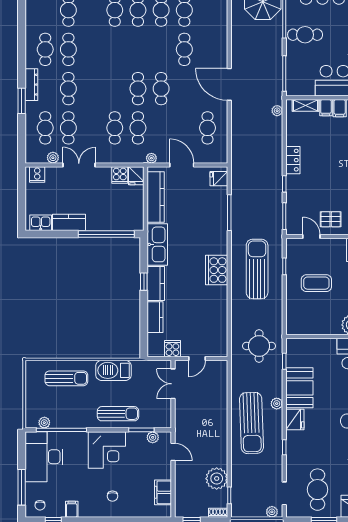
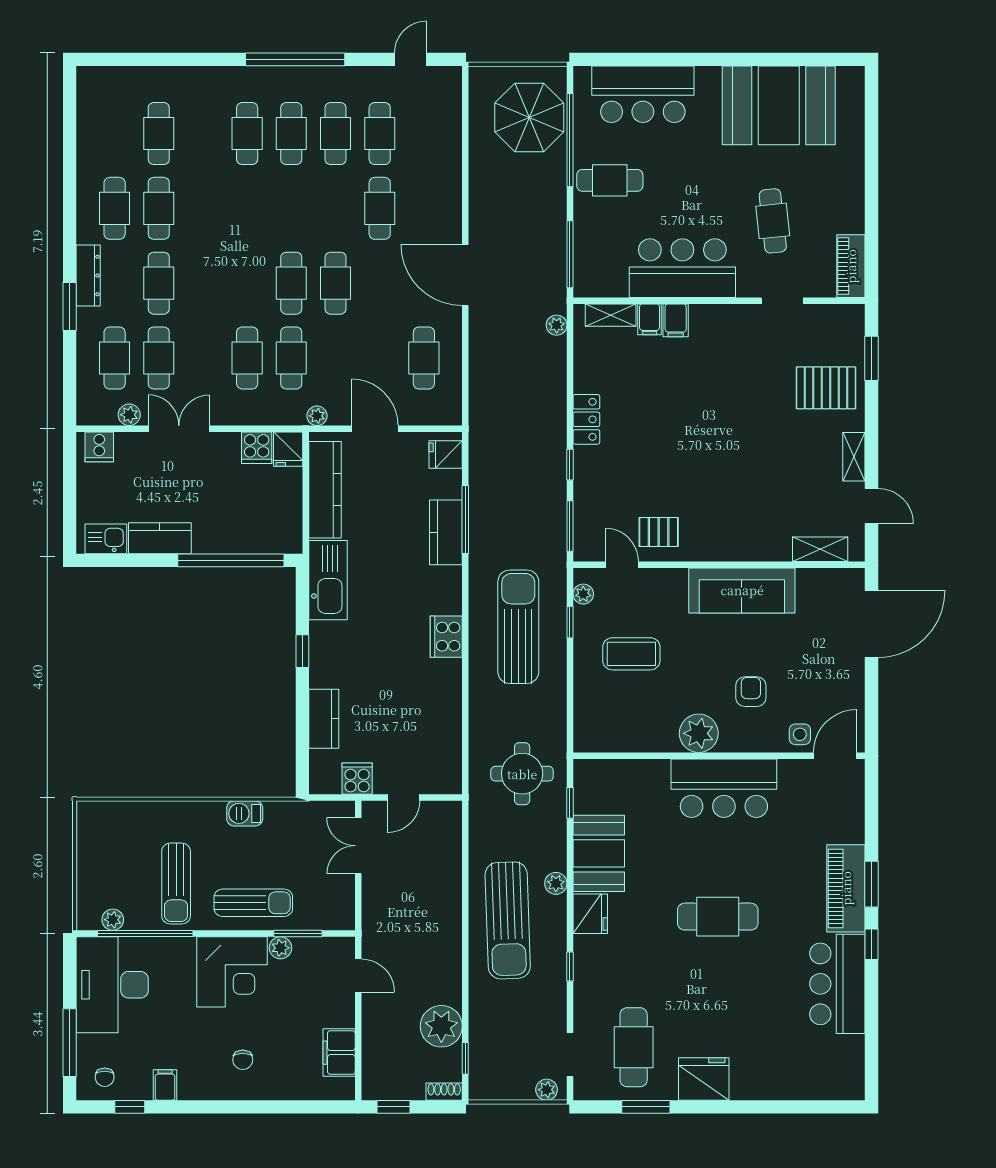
plant: (291, 252) -> (583, 594), added
cooker: (217, 270) -> (446, 637), width x0.73, depth x0.76
kitchen counter: (156, 283) -> (446, 532), moved, turned 180
barbecue: (113, 370) -> (245, 813), width x0.53, depth x0.65
sun lounger: (66, 378) -> (176, 884), moved, turned 90
plant: (153, 437) -> (280, 948), moved

